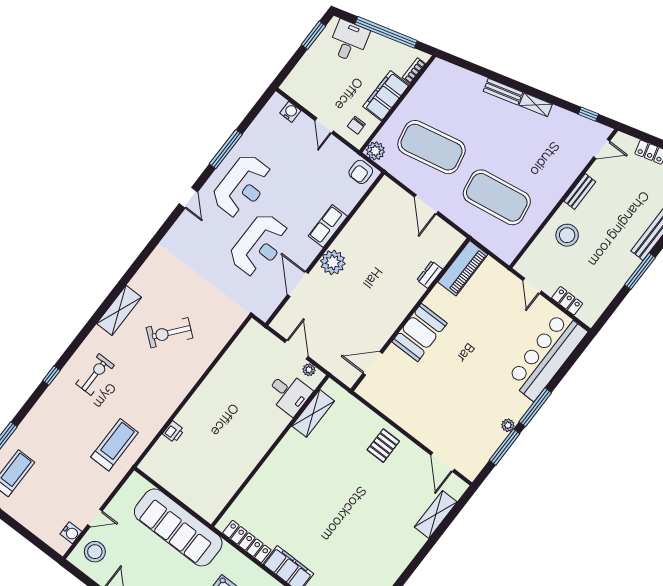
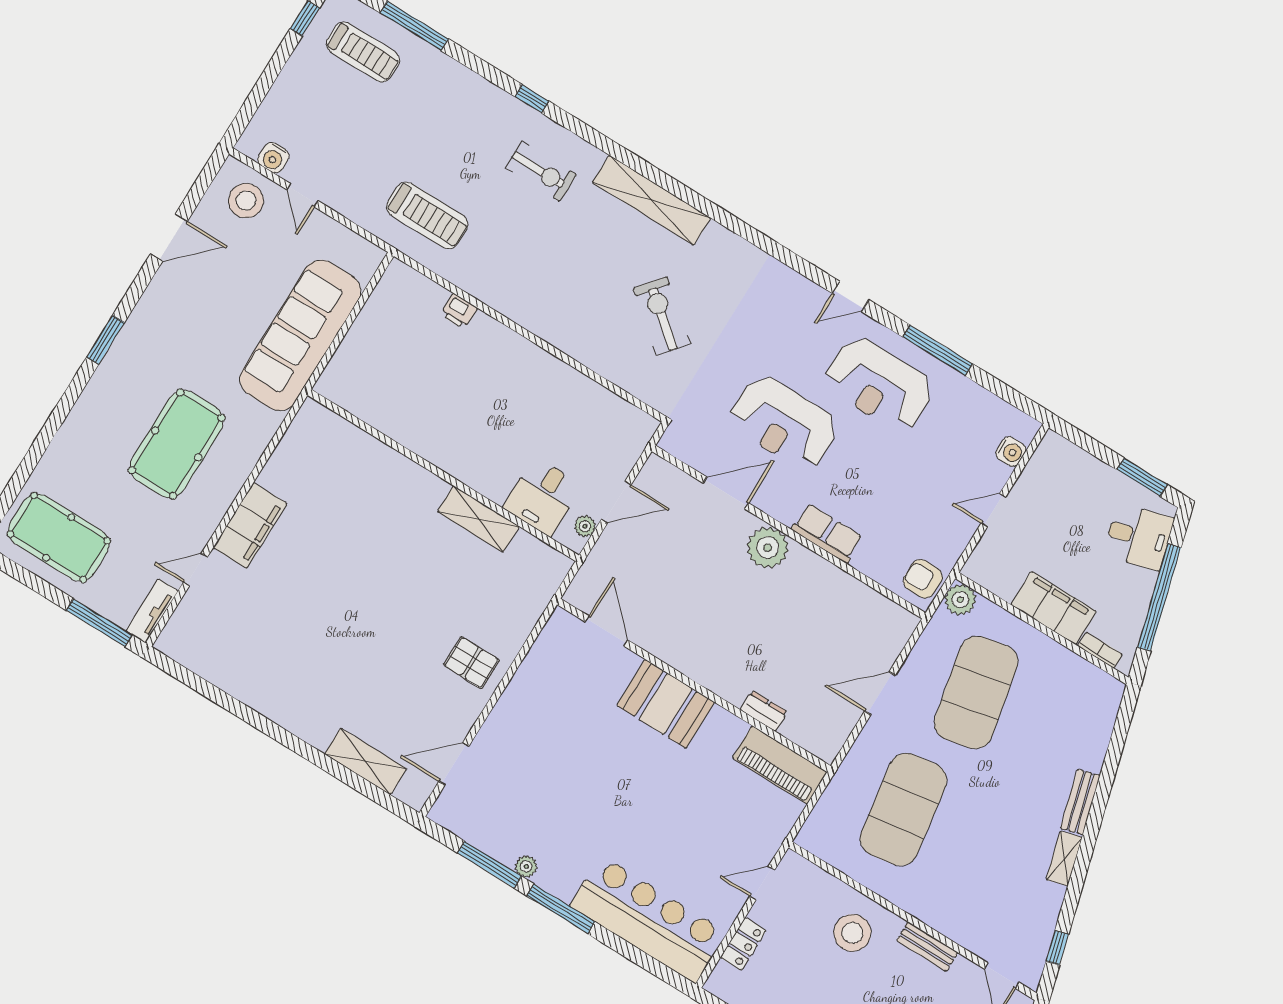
chair: (356, 125) -> (1000, 564), removed
shelving: (119, 310) -> (652, 200), width x1.47
exercise bike: (169, 333) -> (662, 316), moved
shelving: (313, 413) -> (478, 519), moved
locker: (247, 542) -> (289, 452), removed

